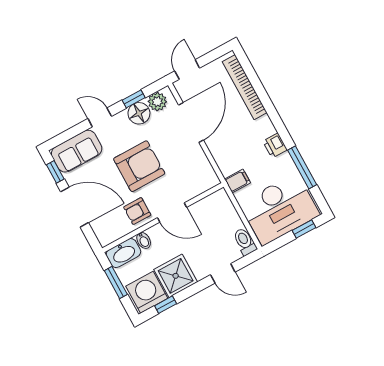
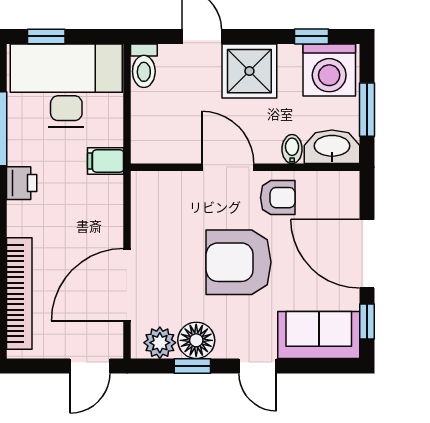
shower: (176, 276) -> (249, 71), moved

